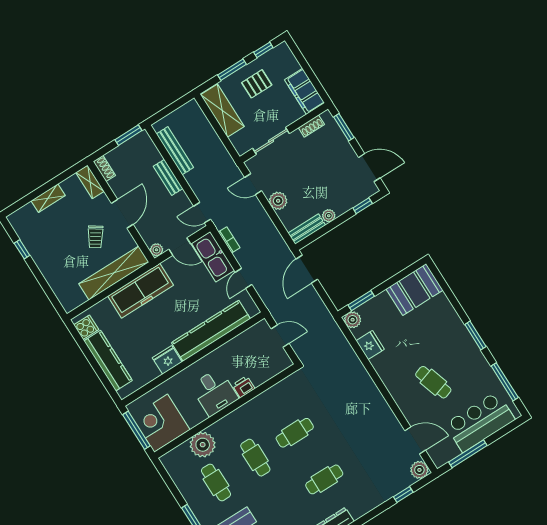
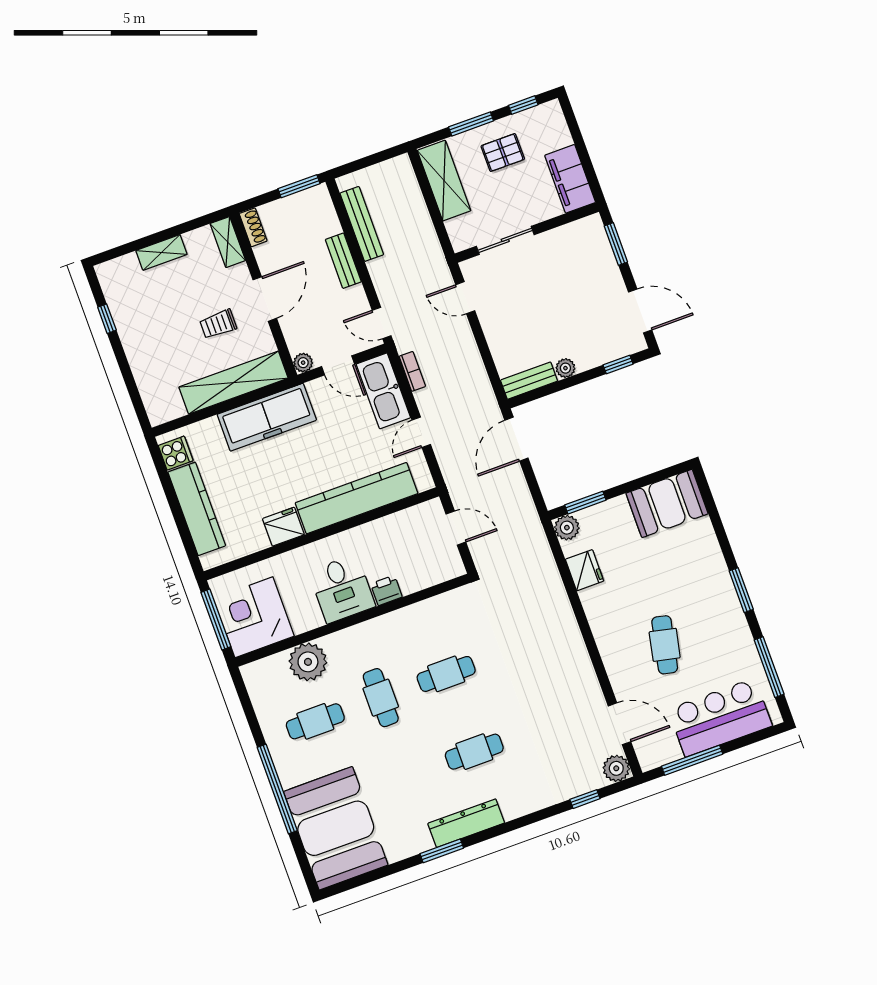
shoe rack: (311, 126) -> (569, 232), removed
plant: (278, 201) -> (496, 330), removed
trolley: (95, 237) -> (218, 324), turned 56
cafe table: (433, 382) -> (665, 645), turned 30
cafe table: (216, 482) -> (315, 721), turned 90

